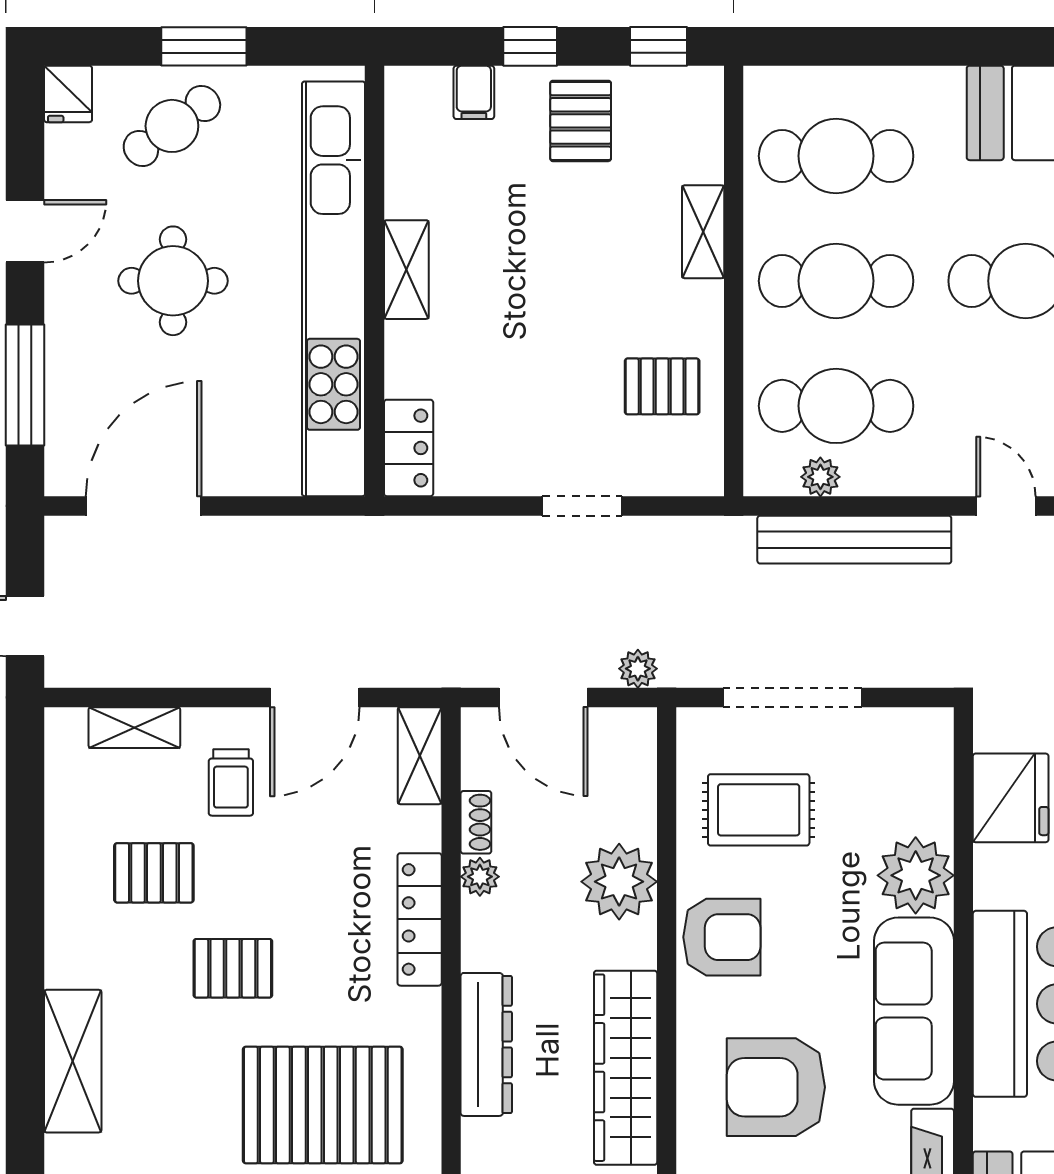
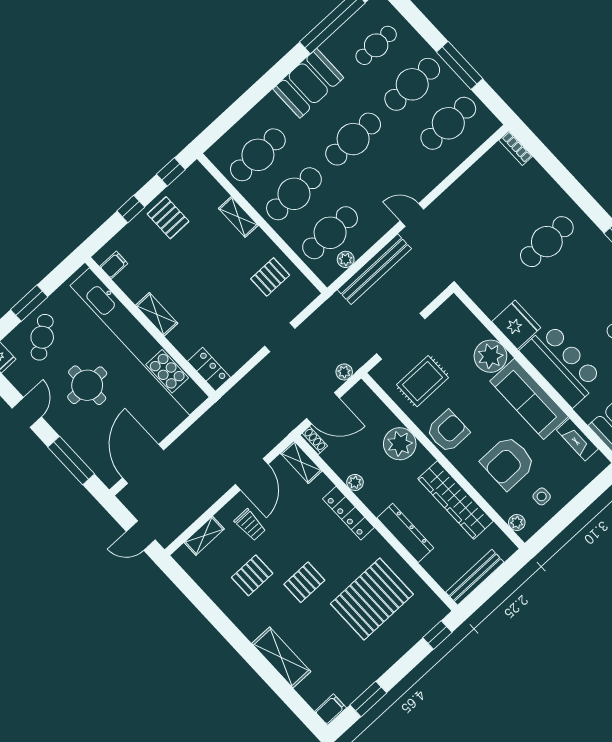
filing cabinet: (474, 92) -> (114, 265), moved, turned -90
fridge: (1011, 798) -> (516, 325), moved
shoe rack: (476, 822) -> (314, 440), moved

